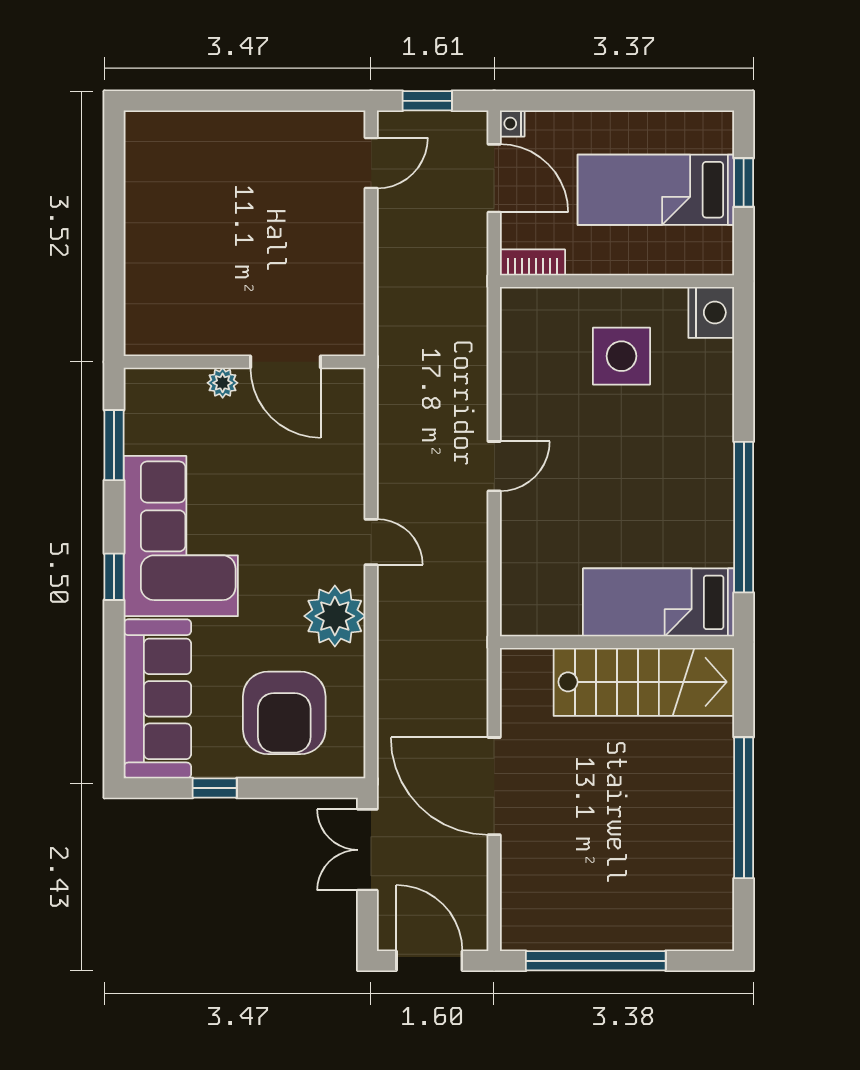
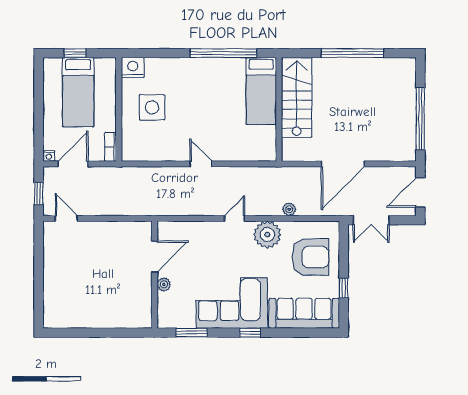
plant: (392, 665) -> (289, 209), added

